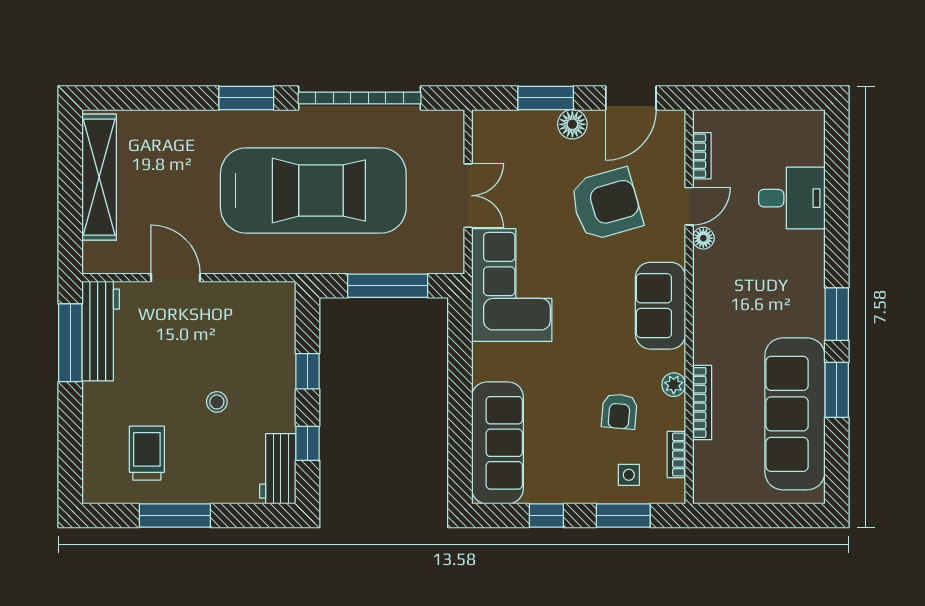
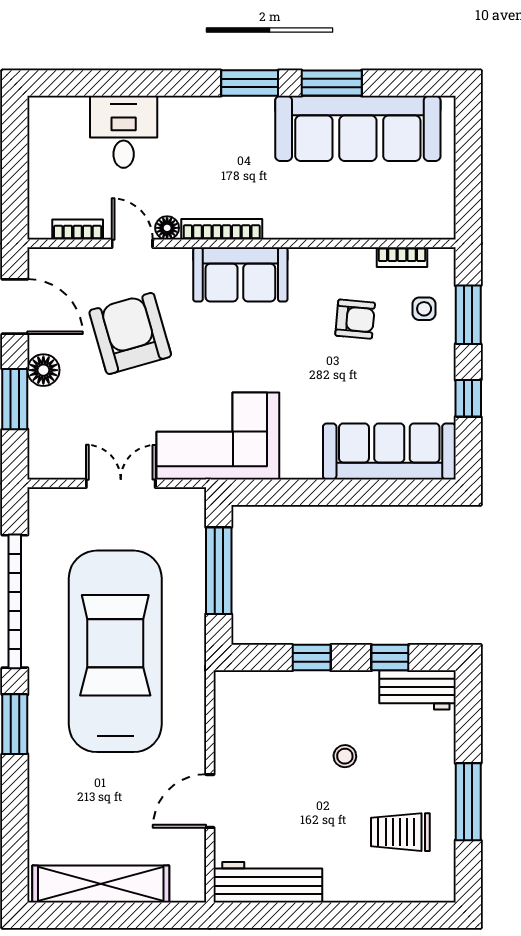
window: (70, 343) -> (281, 915), removed
plant: (674, 385) -> (326, 260), removed
bookcase: (702, 402) -> (222, 229), moved

